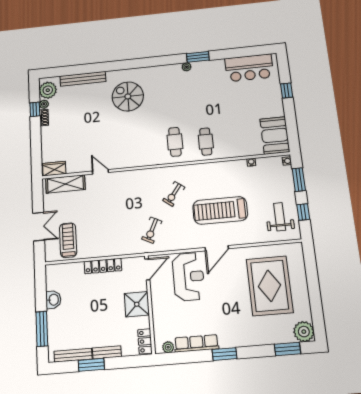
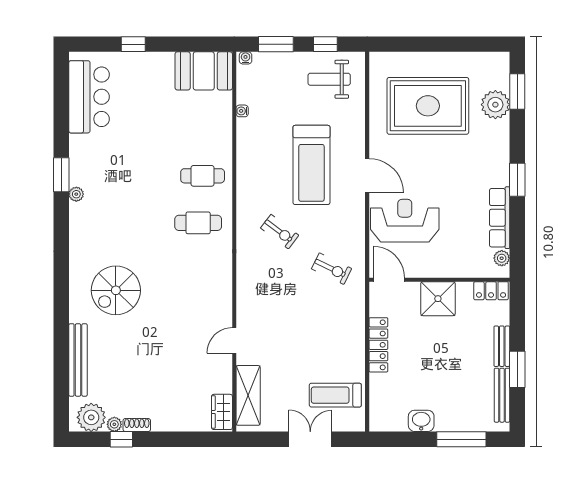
plant: (304, 332) -> (495, 105), moved

